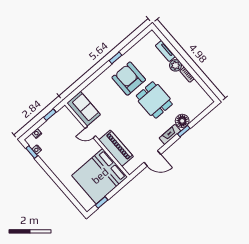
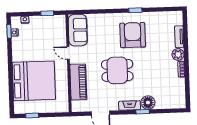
dining table: (154, 100) -> (117, 70), moved, turned 90
bed: (100, 176) -> (34, 81), moved, turned 180

